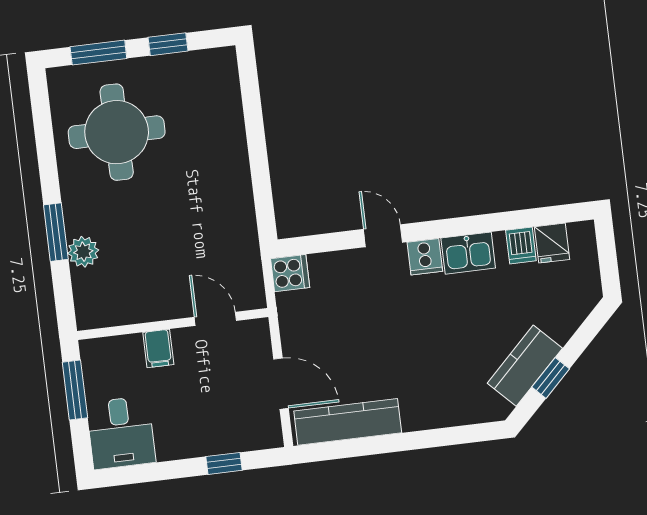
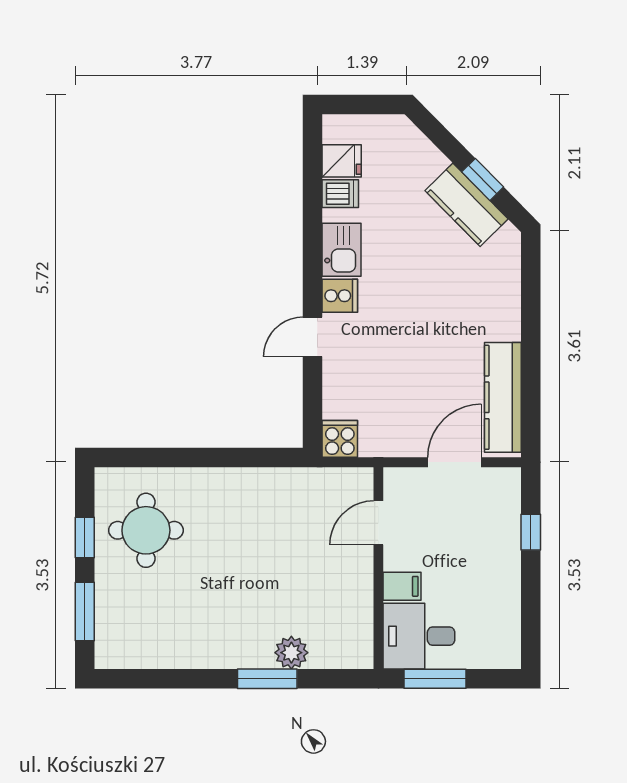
round table: (117, 132) -> (146, 530), moved, width x0.73, depth x0.73
desk: (121, 433) -> (419, 636), moved, turned 180

